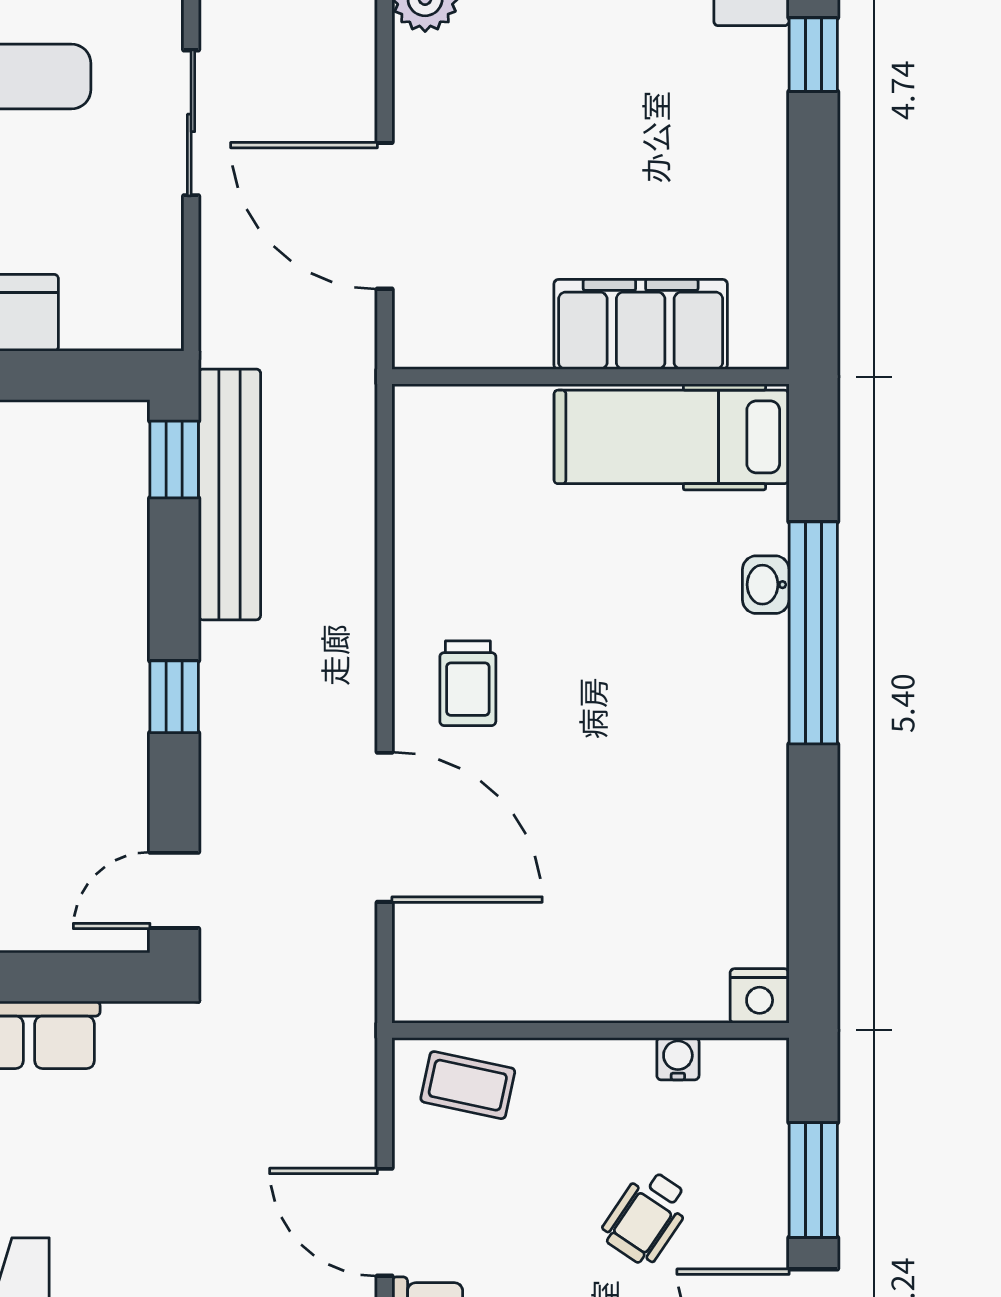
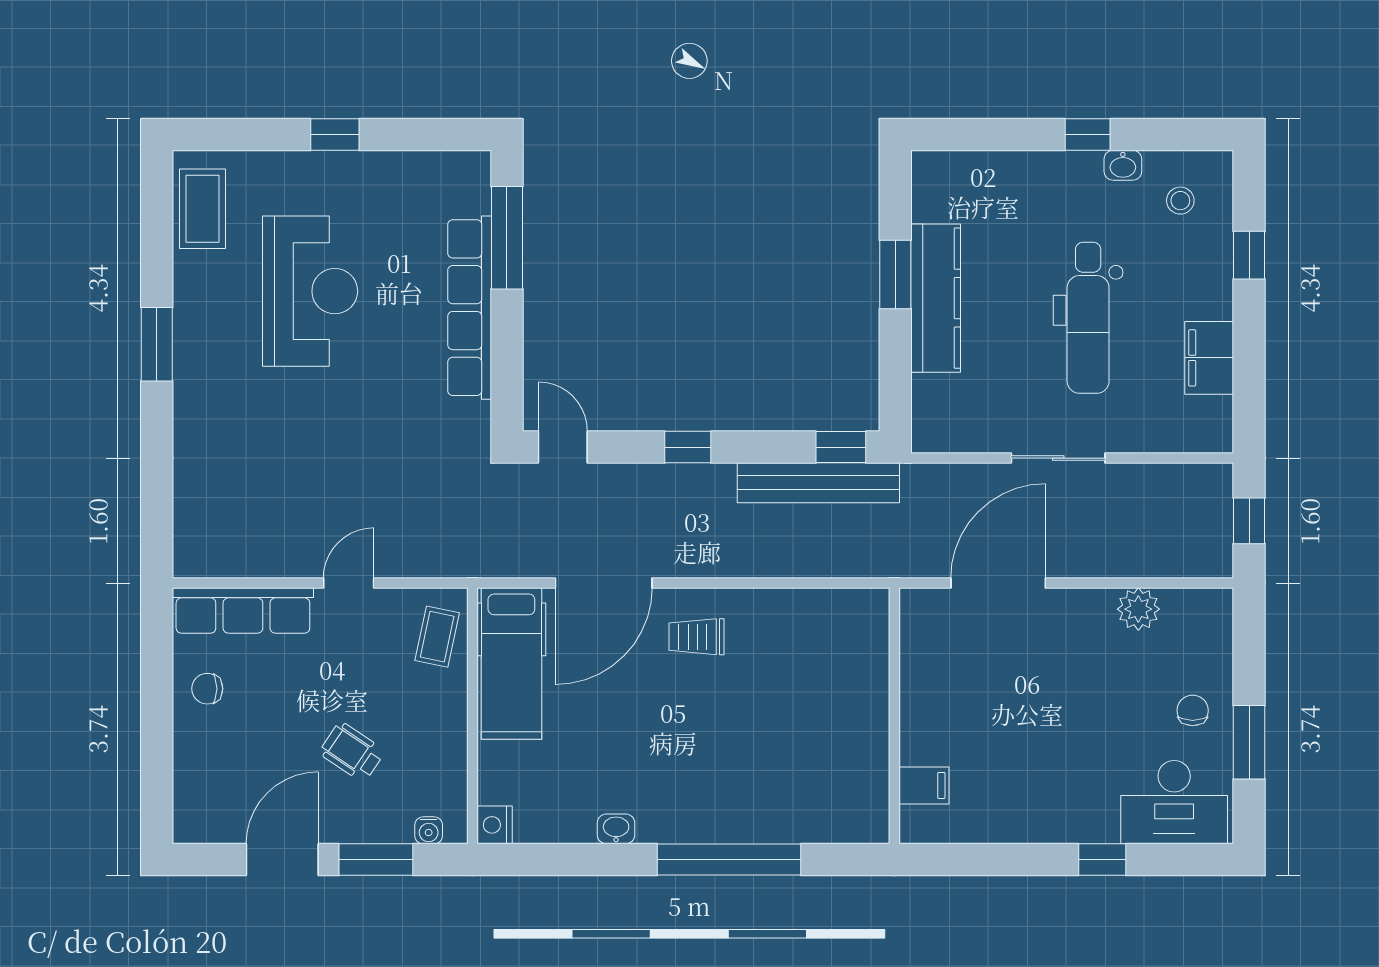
filing cabinet: (641, 324) -> (924, 785), width x0.33, depth x0.86
hospital bed: (672, 437) -> (511, 664), moved, turned 180
washbasin: (766, 585) -> (616, 829), moved
water cooler: (678, 1059) -> (429, 830), moved, turned 90
door: (385, 1222) -> (349, 583), width x0.73

